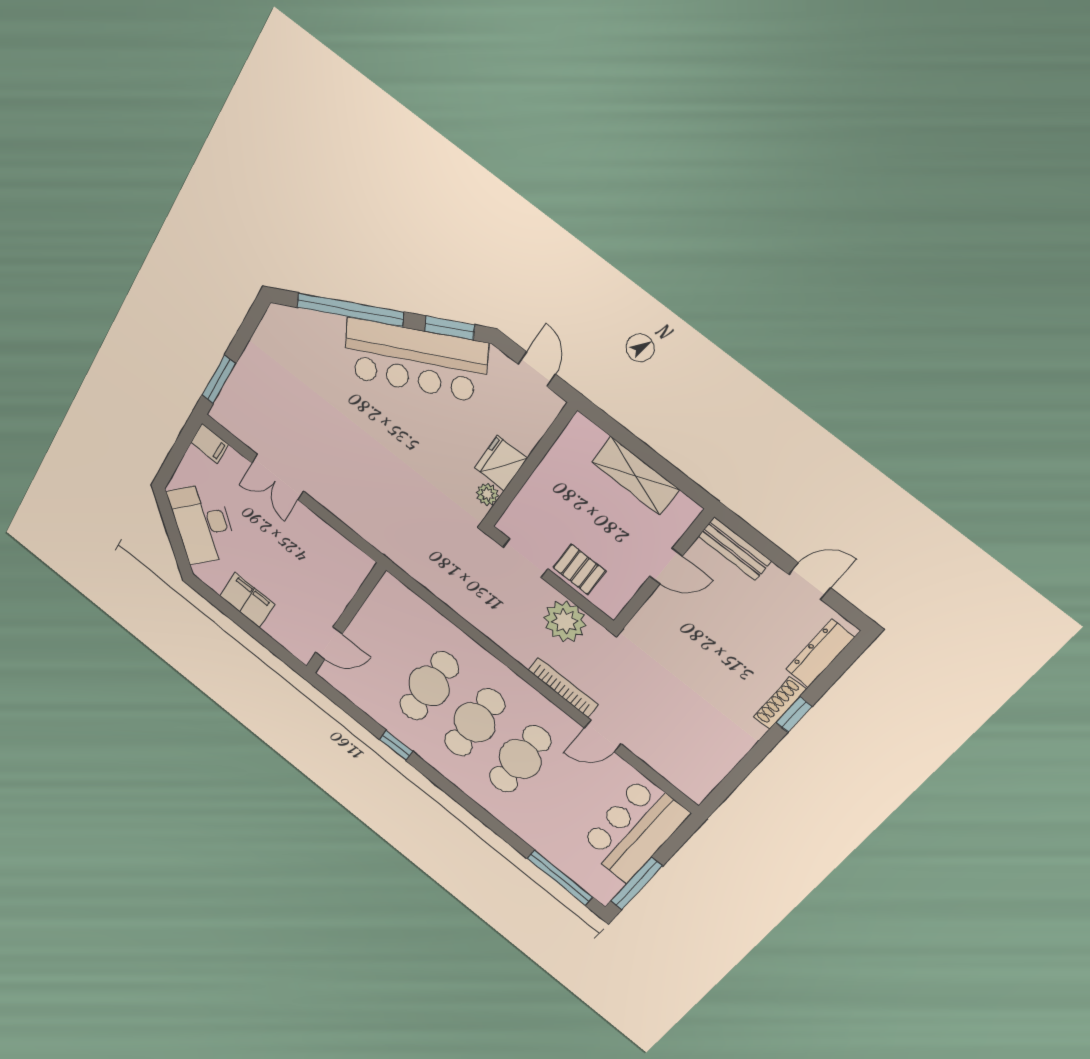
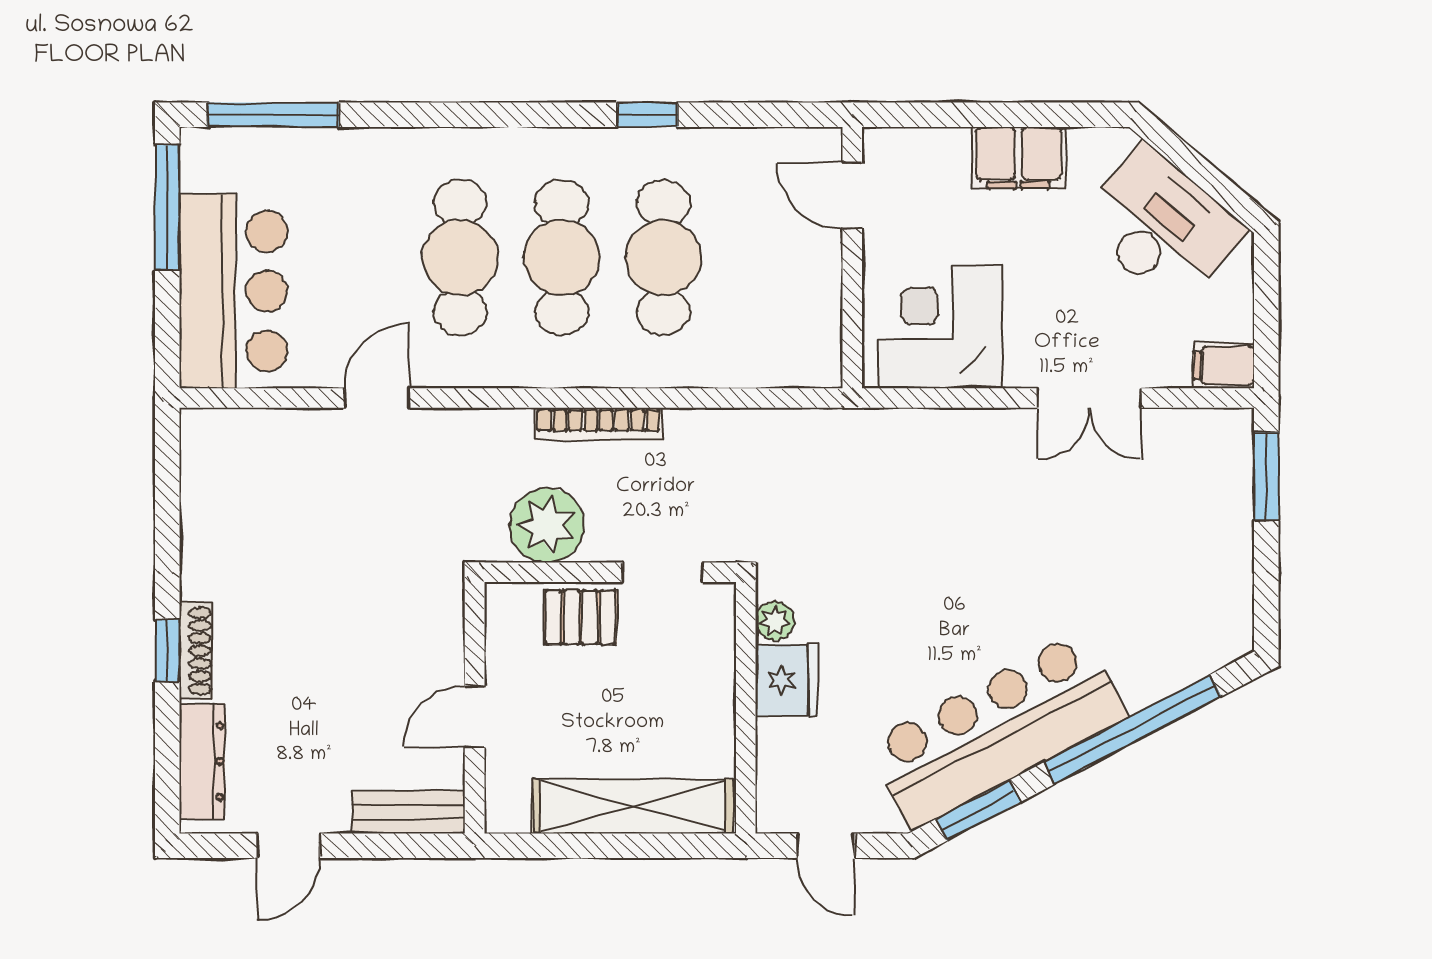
shelving: (635, 476) -> (633, 806), width x1.47
double door: (278, 477) -> (1090, 398), swing flipped
corner desk: (325, 560) -> (940, 327), added
door: (329, 643) -> (852, 196), hinge flipped
bookcase: (563, 687) -> (599, 424), moved

